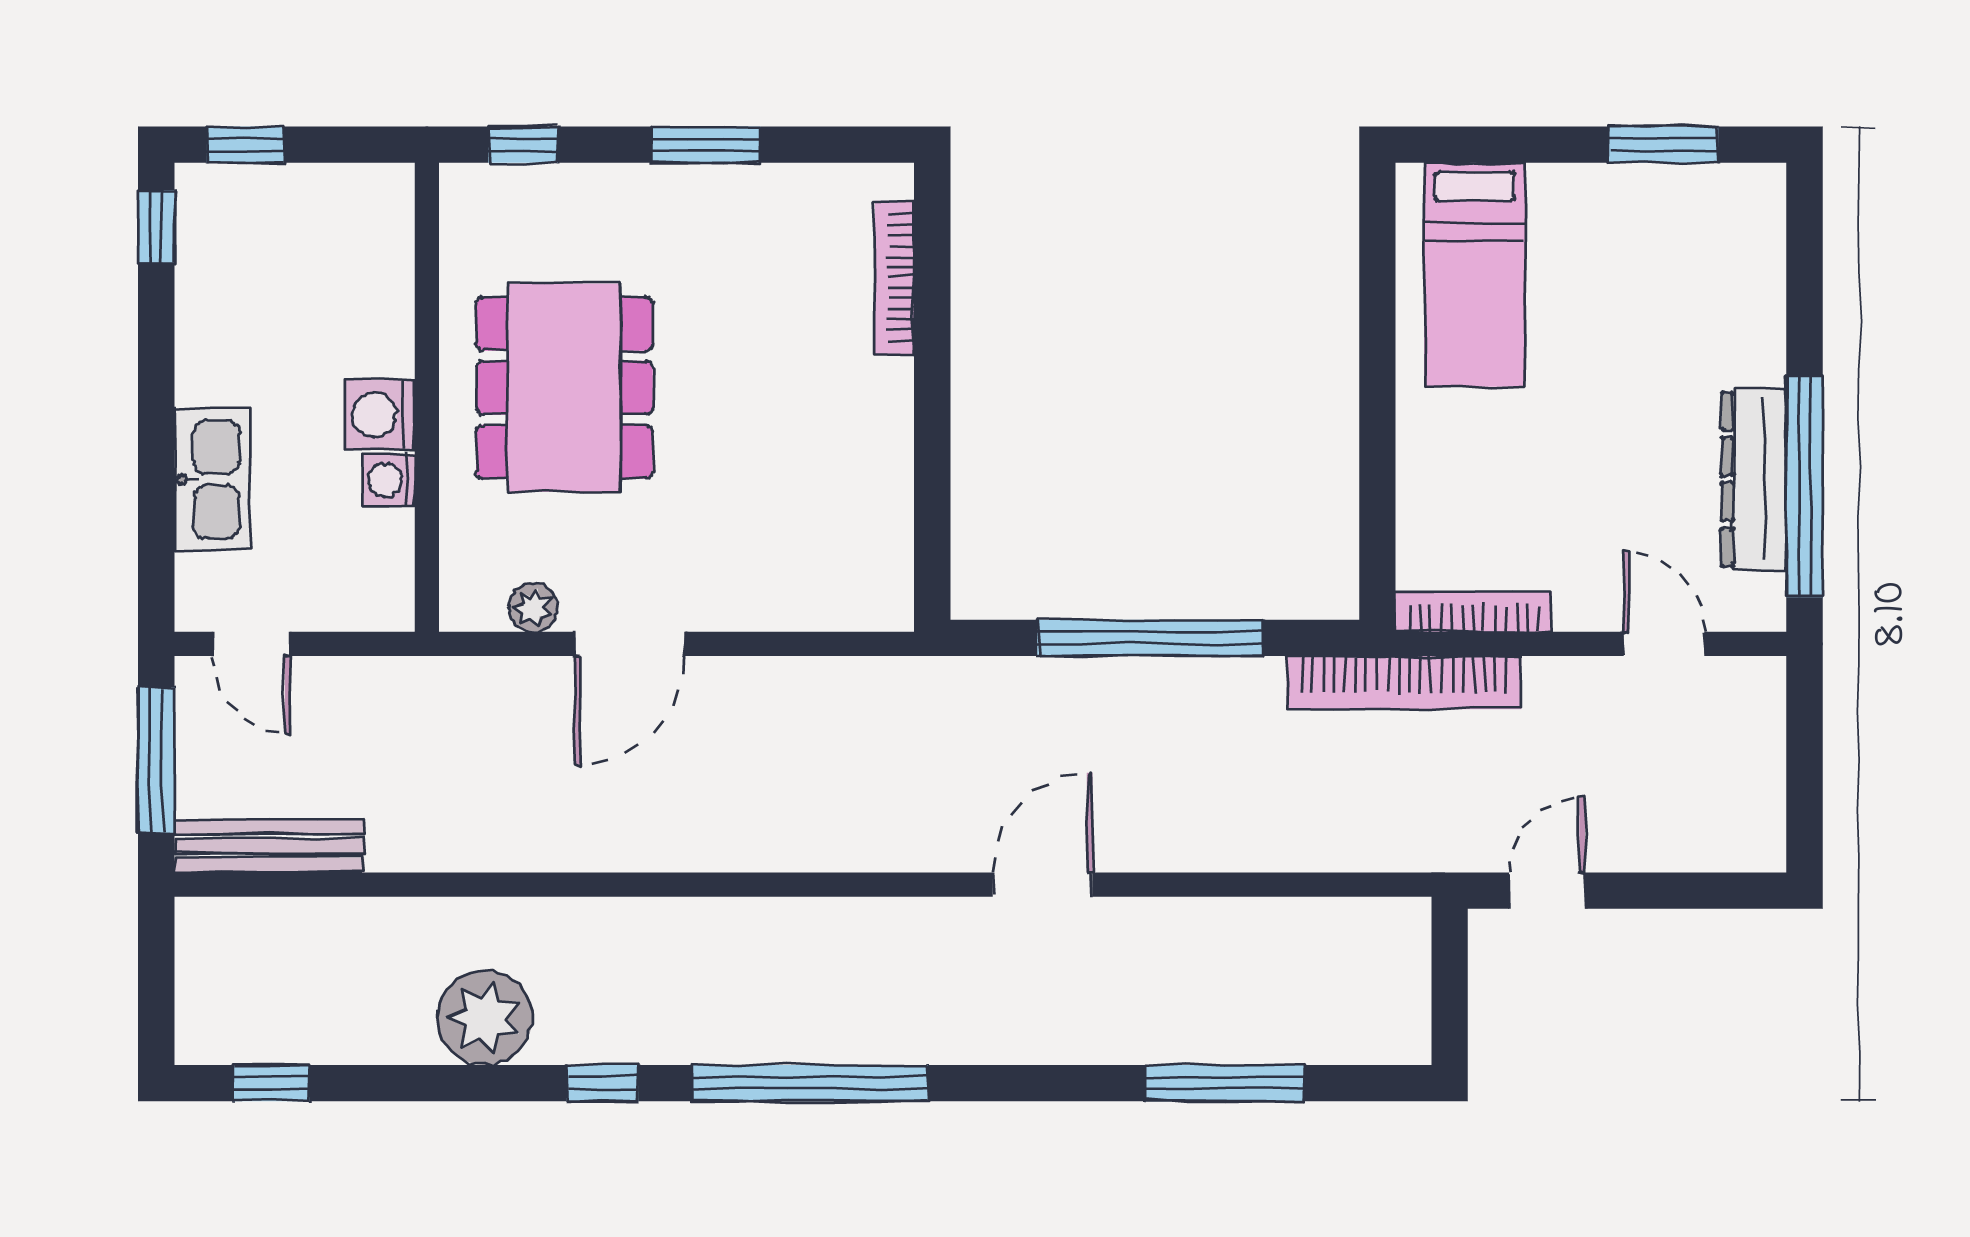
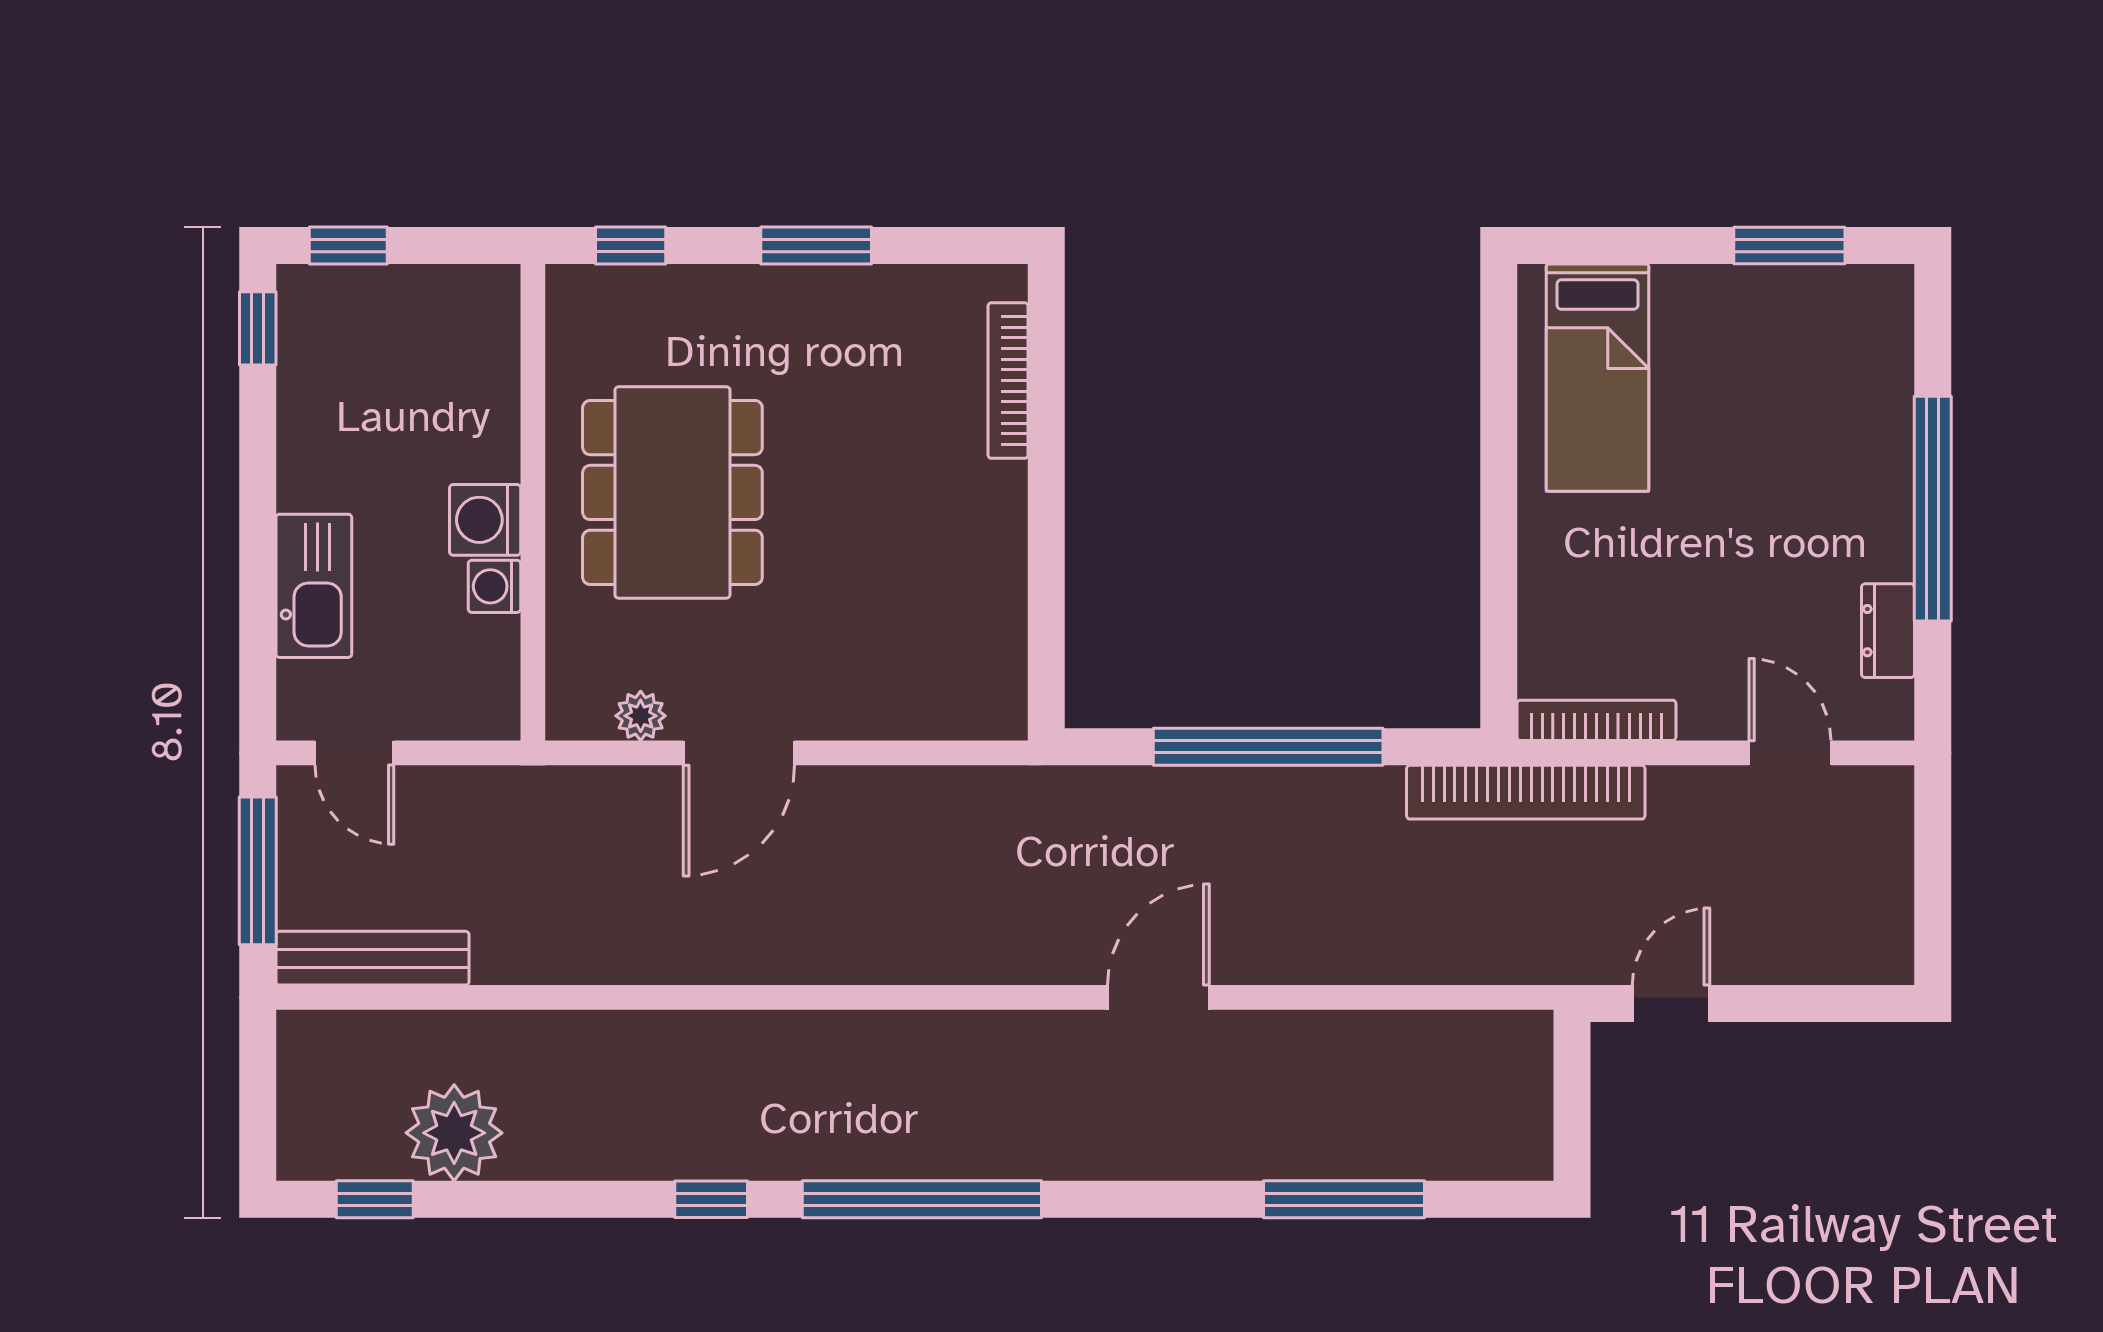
dresser: (1754, 479) -> (1888, 631), width x0.51, depth x0.80
window: (1804, 486) -> (1933, 509), moved
plant: (485, 1018) -> (454, 1133), moved

